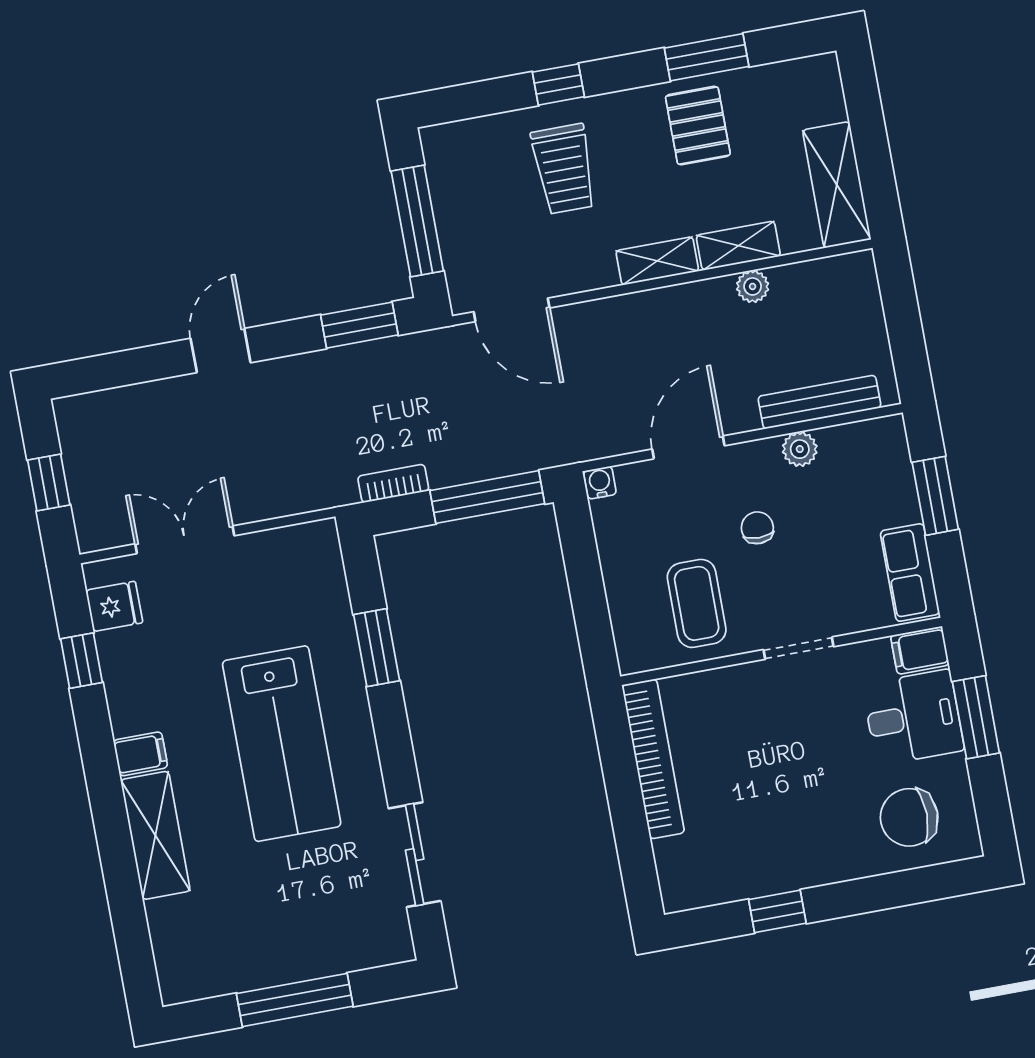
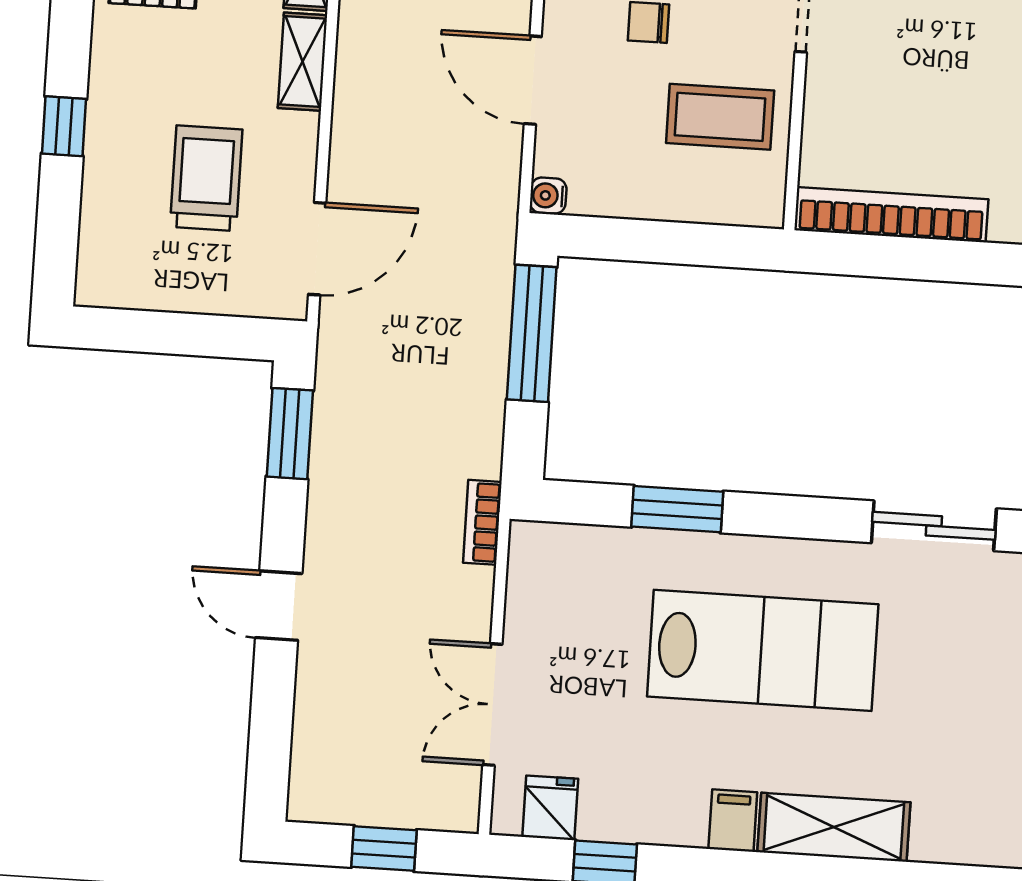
trolley: (564, 169) -> (206, 178), moved, turned -90
window: (417, 221) -> (184, 334), removed
bookcase: (393, 483) -> (482, 522), moved

